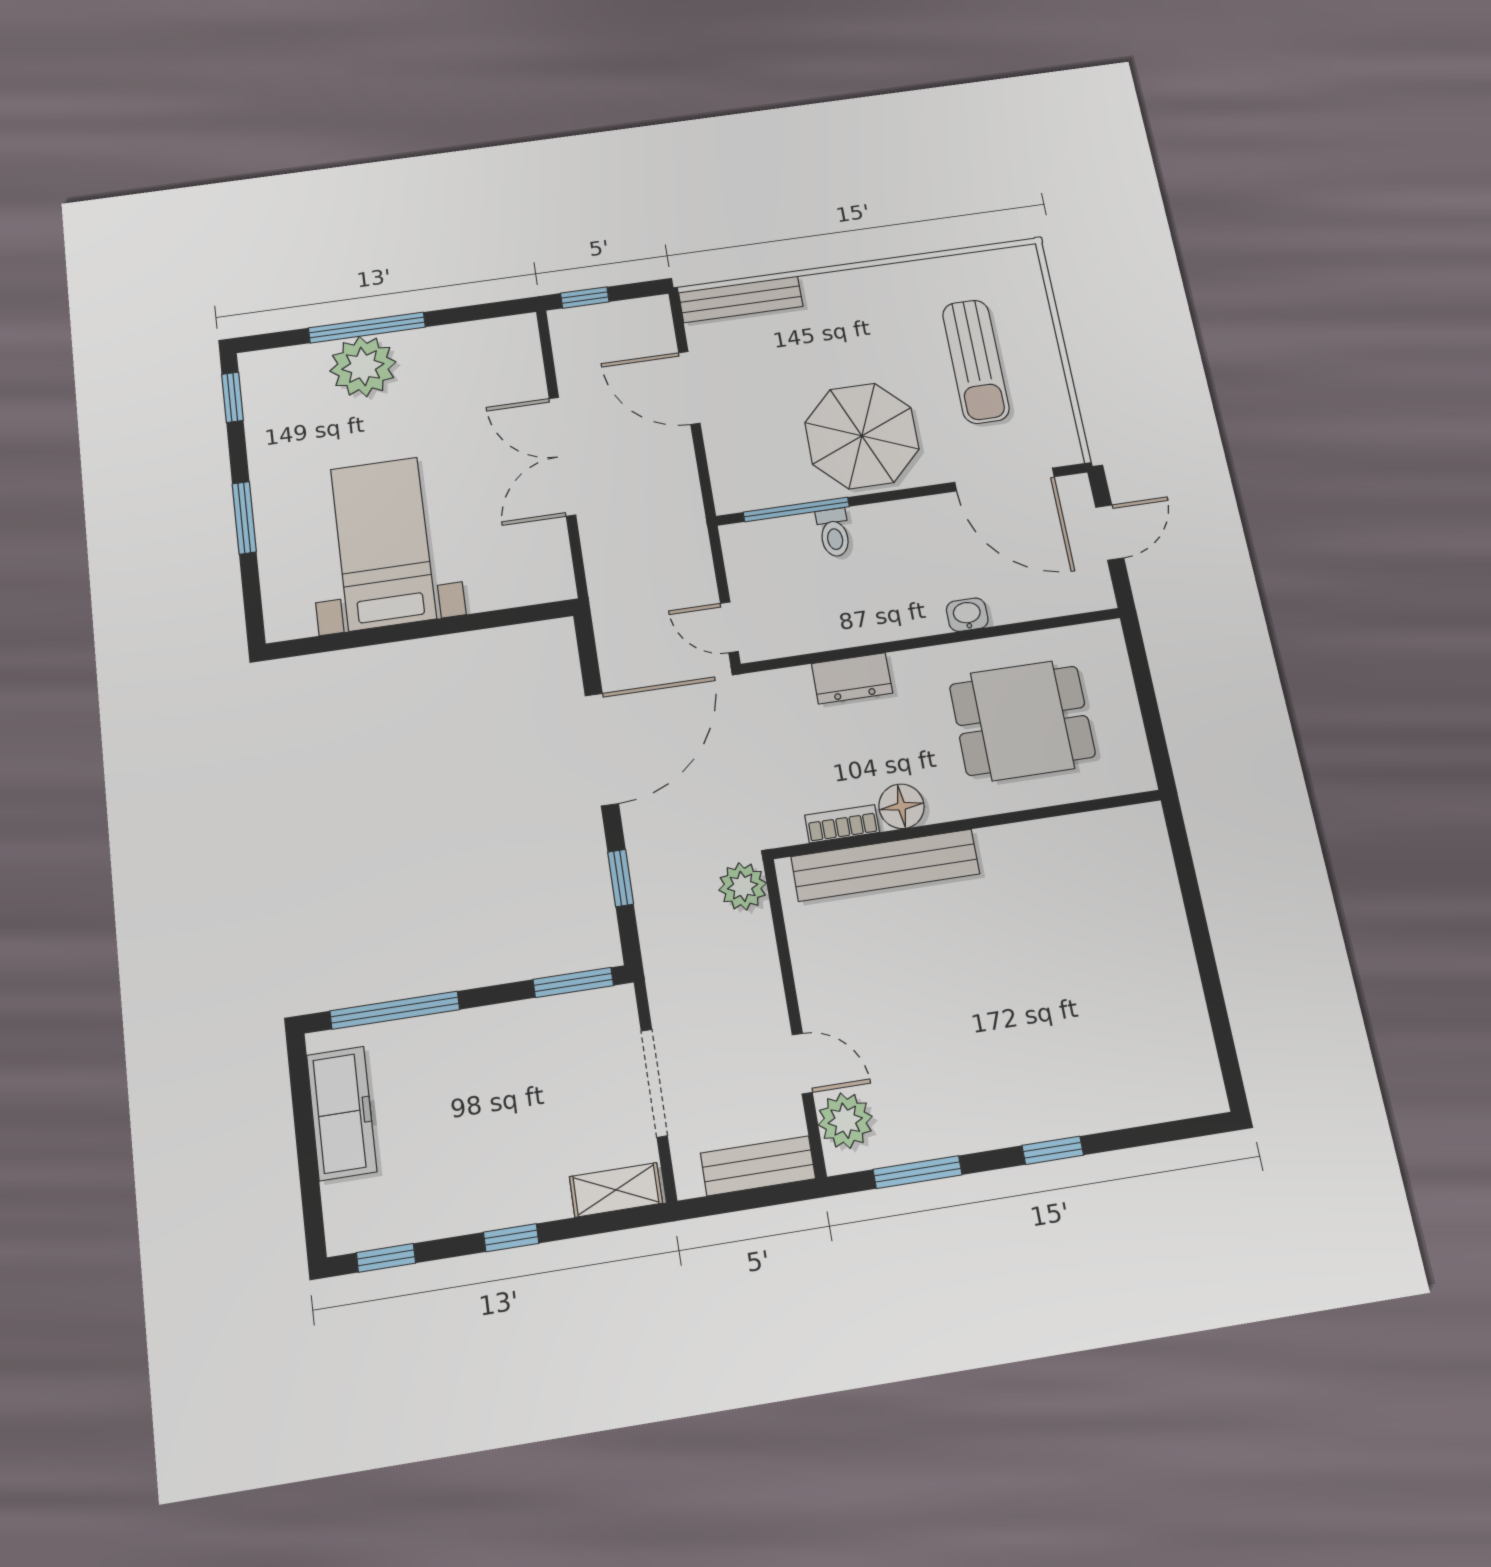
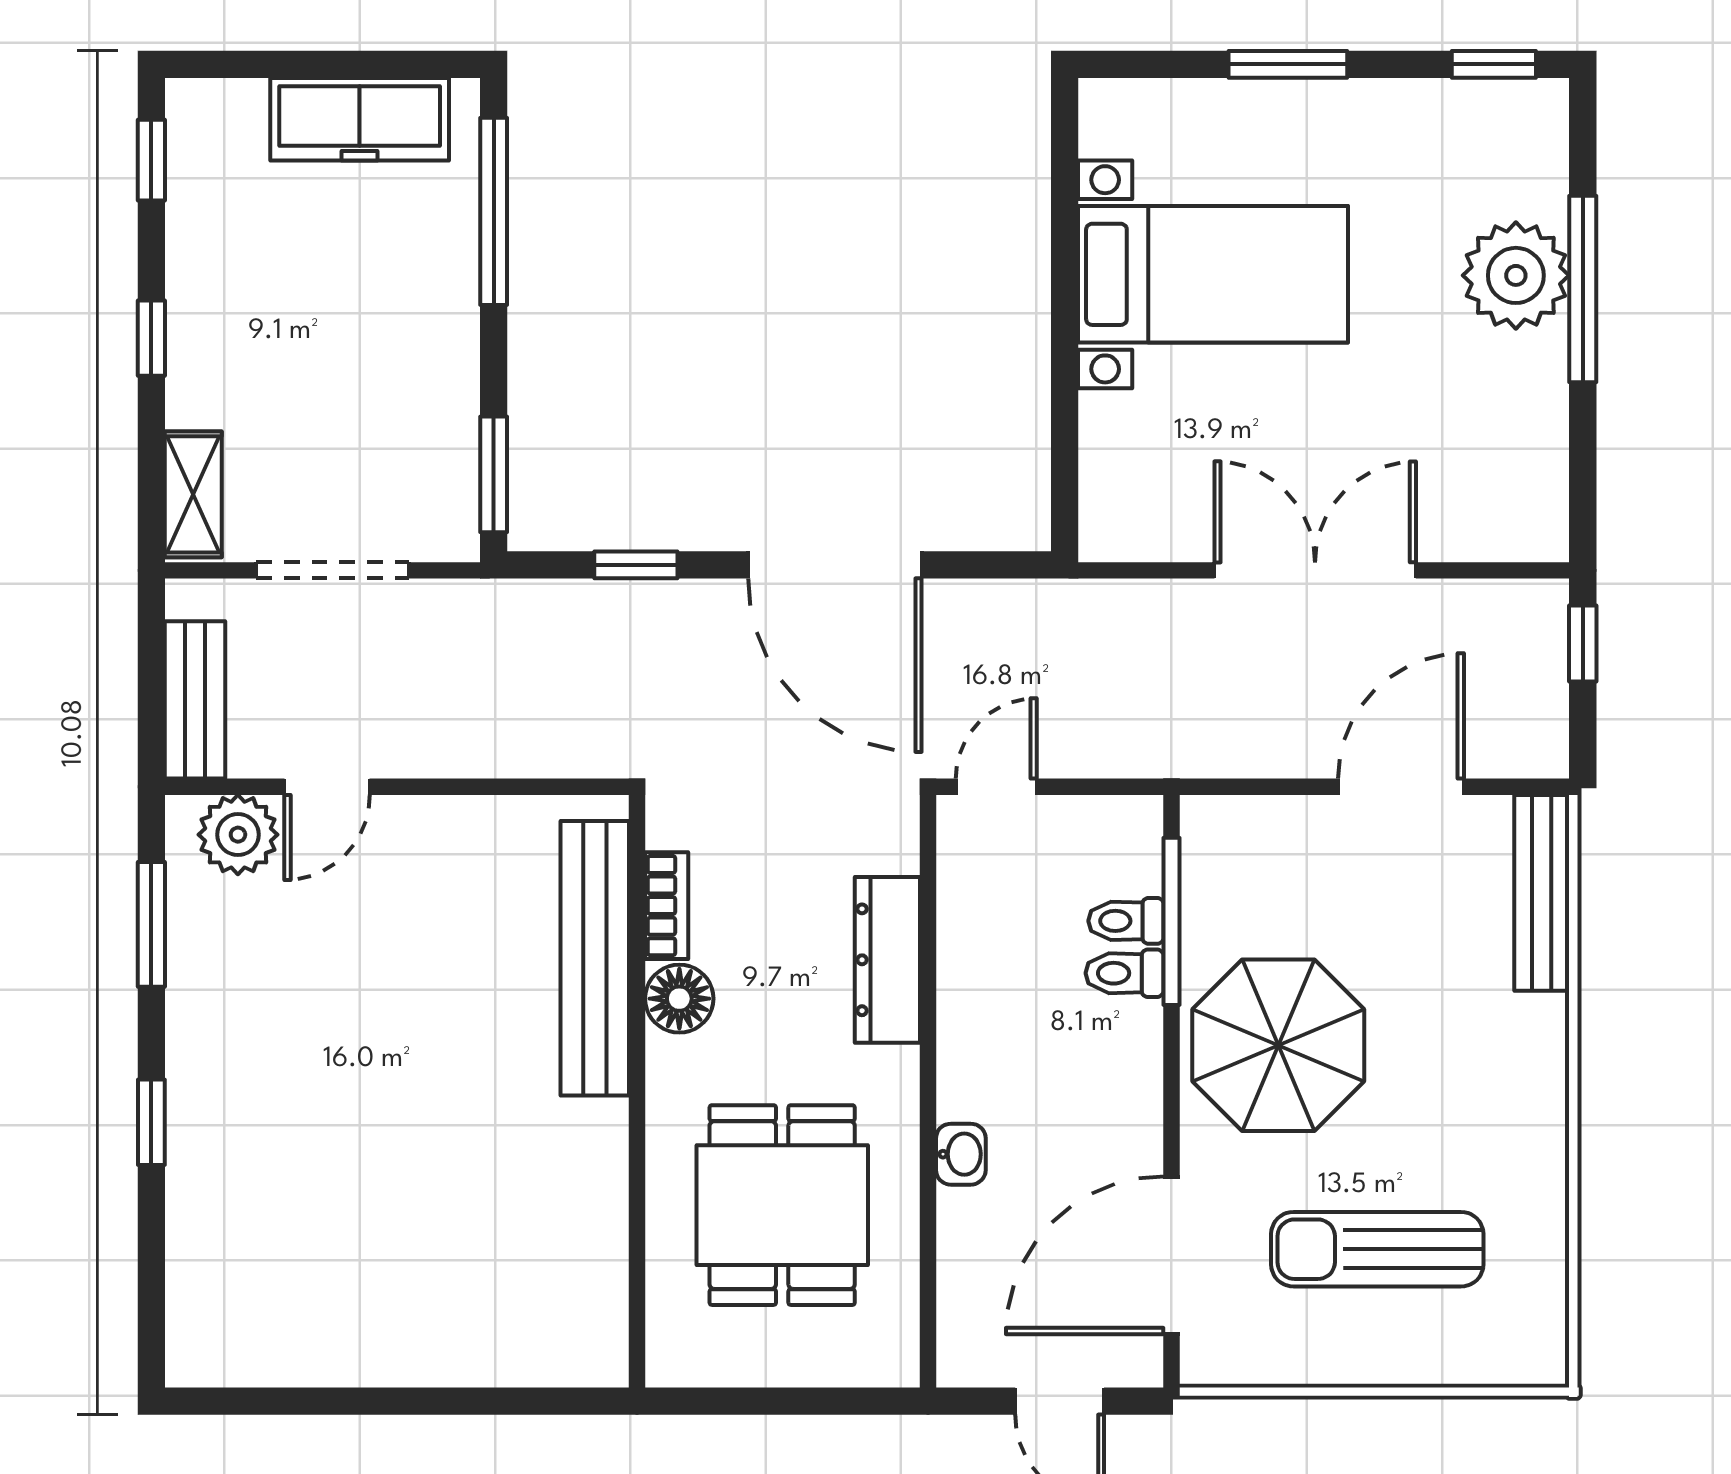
toilet: (801, 537) -> (1126, 921), added
dresser: (852, 678) -> (887, 960), width x1.44
plant: (743, 886) -> (596, 743), removed

